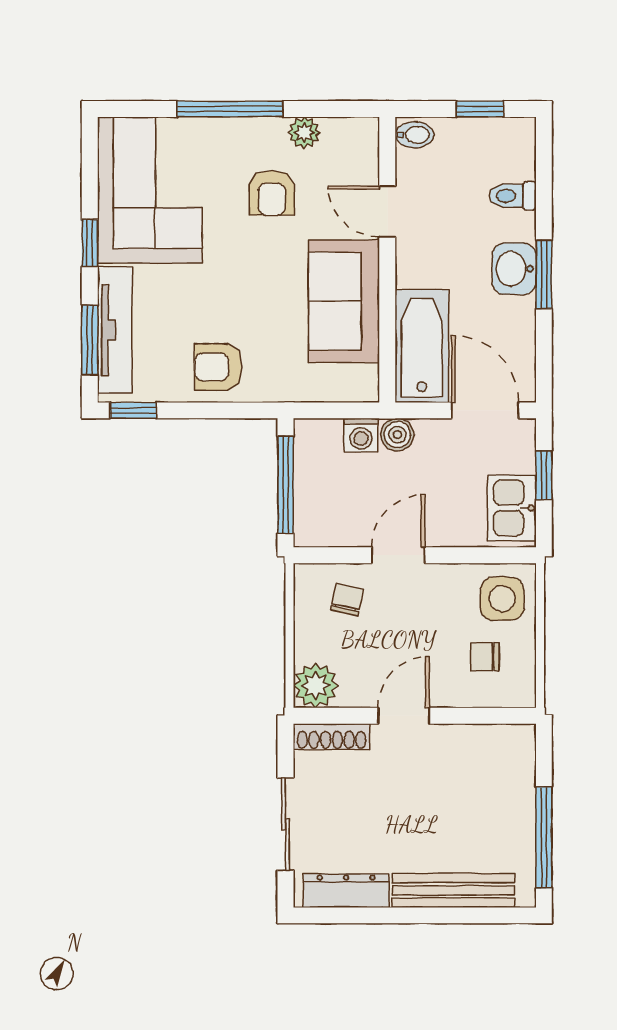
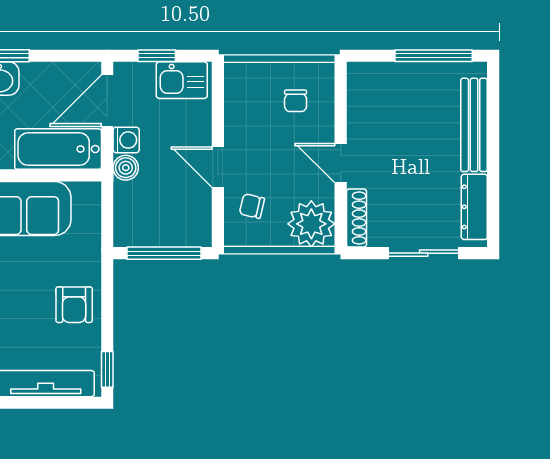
window: (90, 340) -> (53, 403), removed
washing machine: (361, 435) -> (126, 140), moved
side table: (502, 599) -> (251, 88), removed
plant: (316, 686) -> (311, 224), width x1.36, depth x1.36

